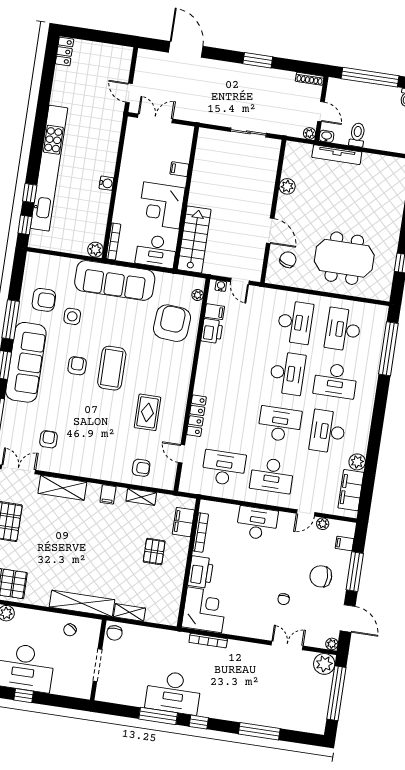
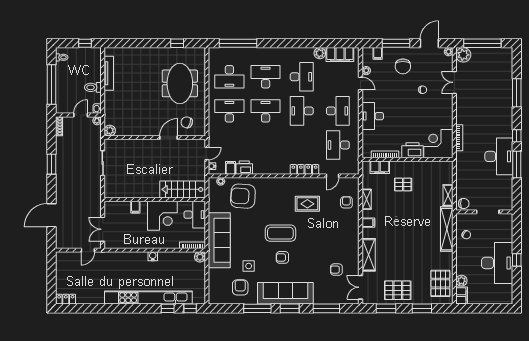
tv unit: (337, 155) -> (109, 73), moved
plant: (287, 186) -> (110, 131), moved
desk: (335, 381) -> (266, 77), turned -90
desk: (328, 432) -> (302, 77), turned -90

